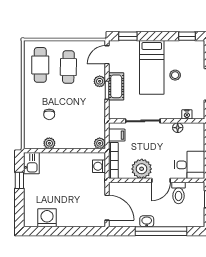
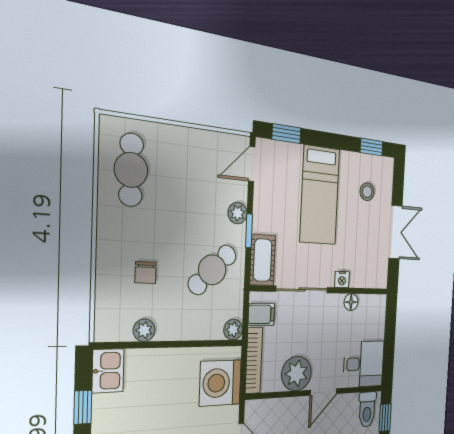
cafe table: (68, 67) -> (212, 270), moved, turned 45
stool: (175, 75) -> (367, 192), moved
cot: (116, 86) -> (263, 260), moved
nightstand: (187, 114) -> (342, 279), moved
washing machine: (99, 166) -> (220, 383), width x1.89, depth x1.89
toilet: (179, 193) -> (367, 409), moved

